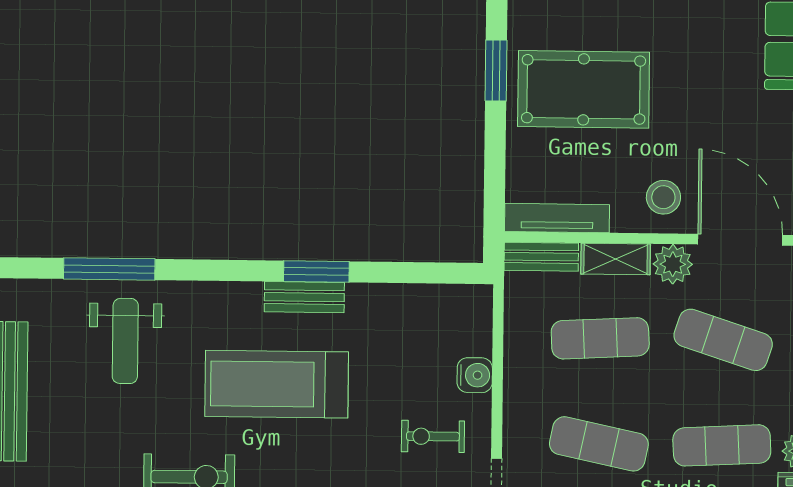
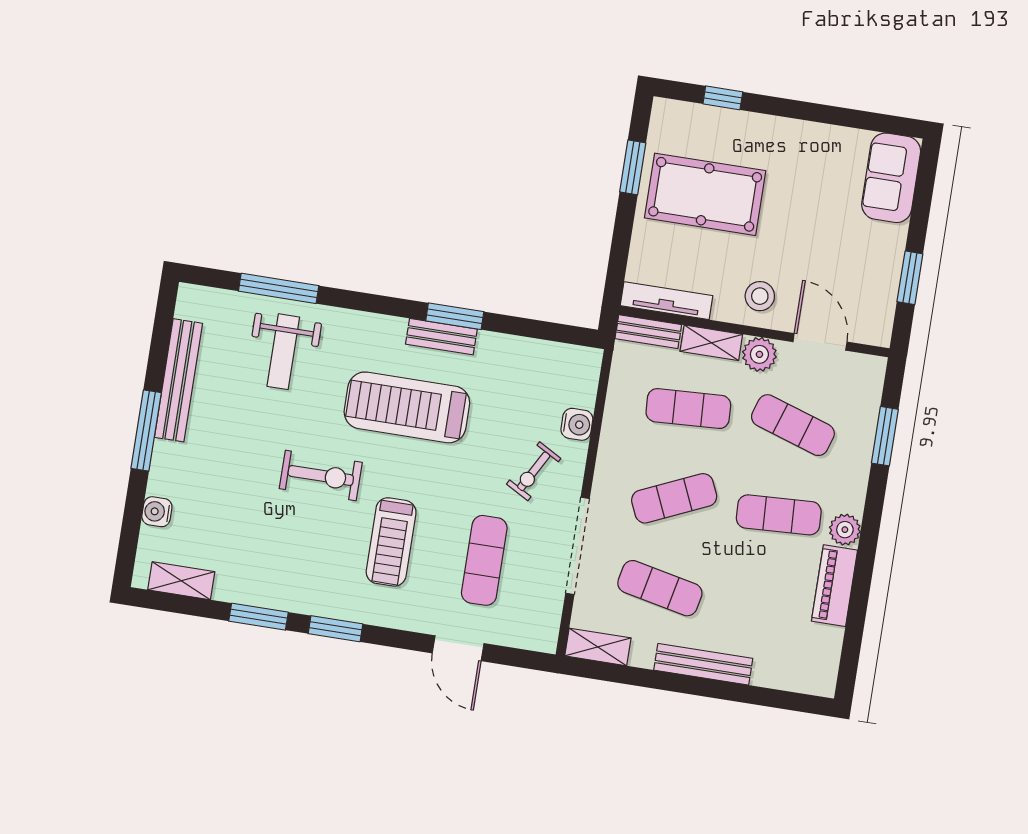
door: (740, 240) -> (820, 342), width x0.73
exercise bike: (433, 436) -> (534, 471), turned -61
exercise mat: (599, 444) -> (674, 498), turned -36

